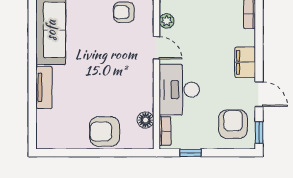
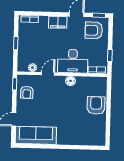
tv unit: (44, 87) -> (69, 140), removed
floor lamp: (146, 120) -> (70, 81), moved
armchair: (105, 131) -> (96, 105), turned 180

